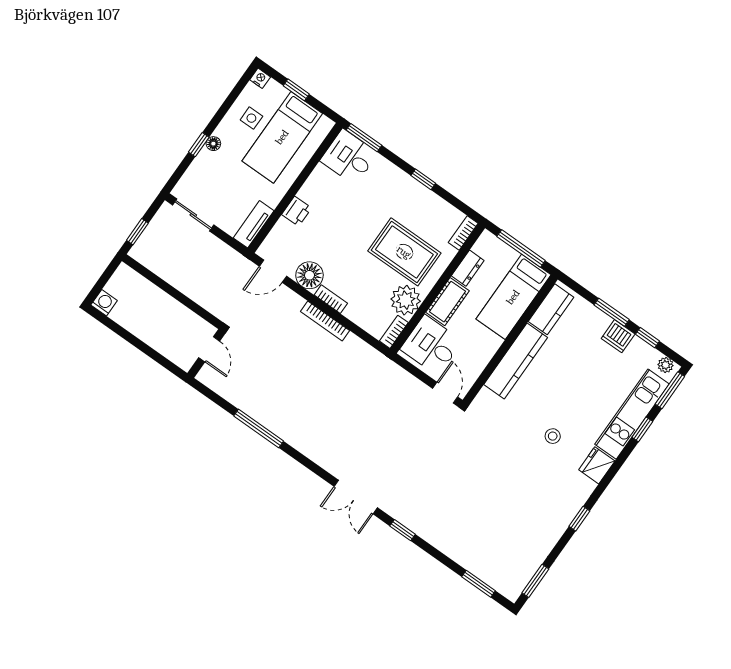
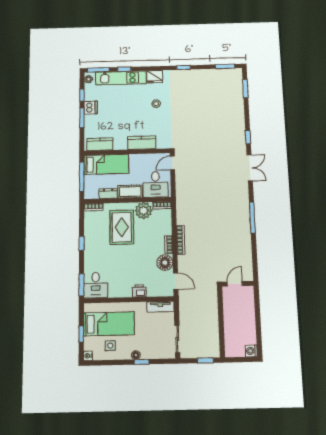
kitchen counter: (516, 361) -> (142, 143), width x0.67
window: (259, 429) -> (252, 217), moved

